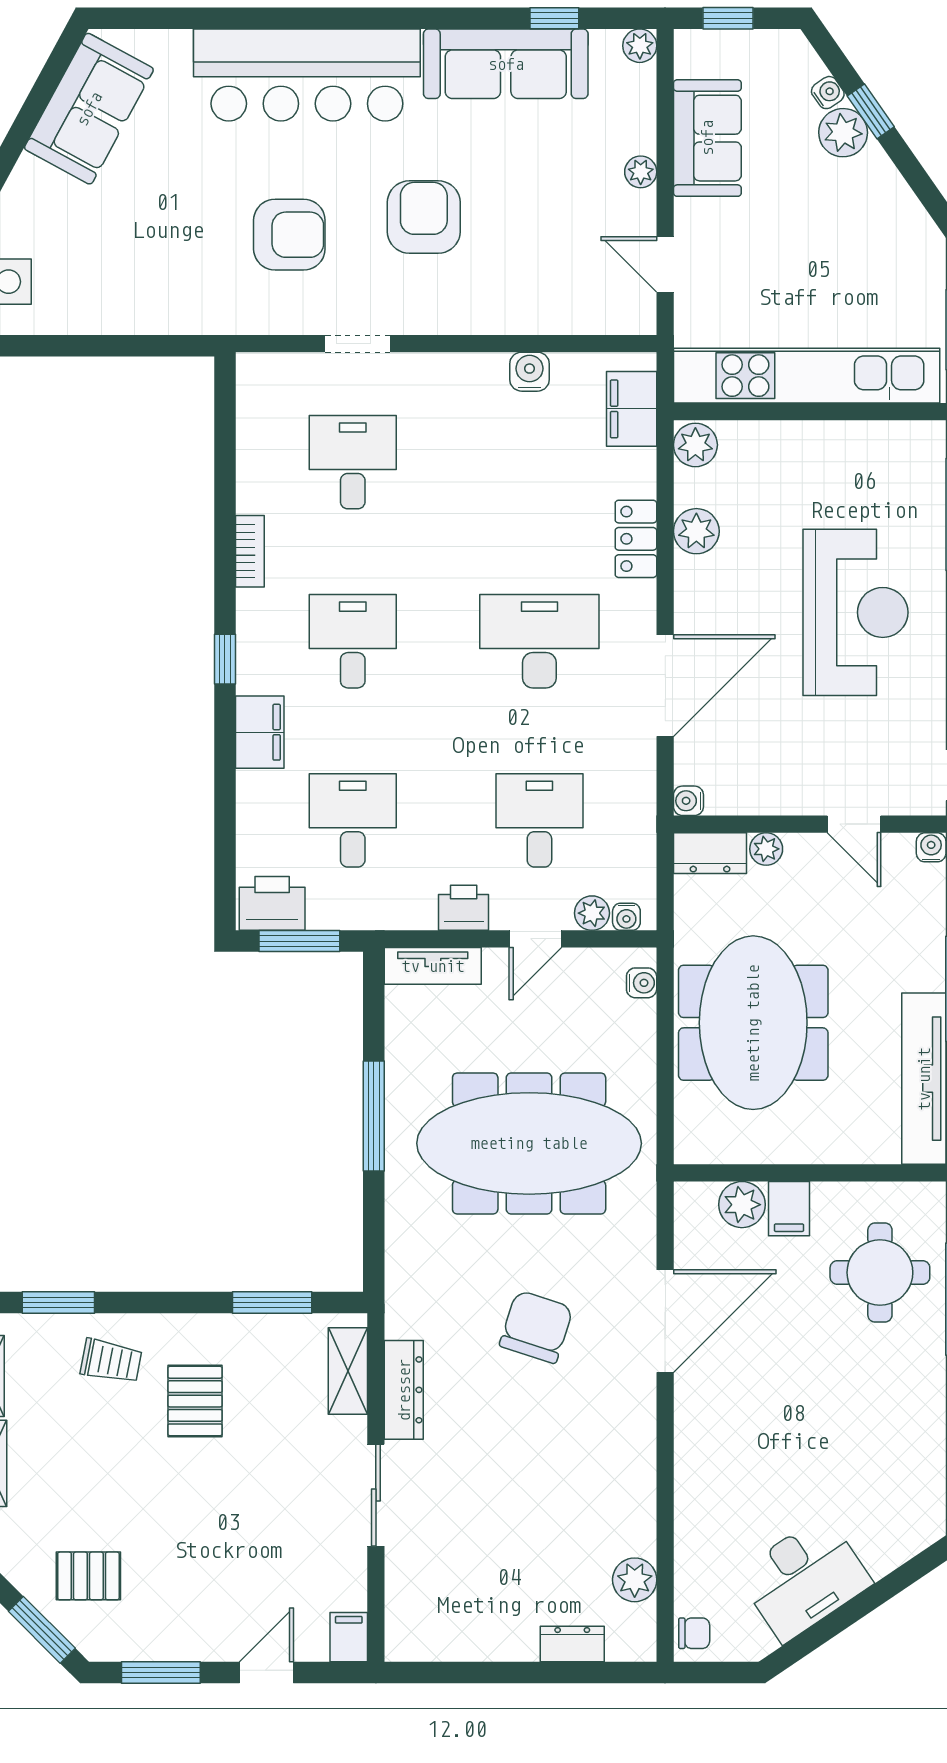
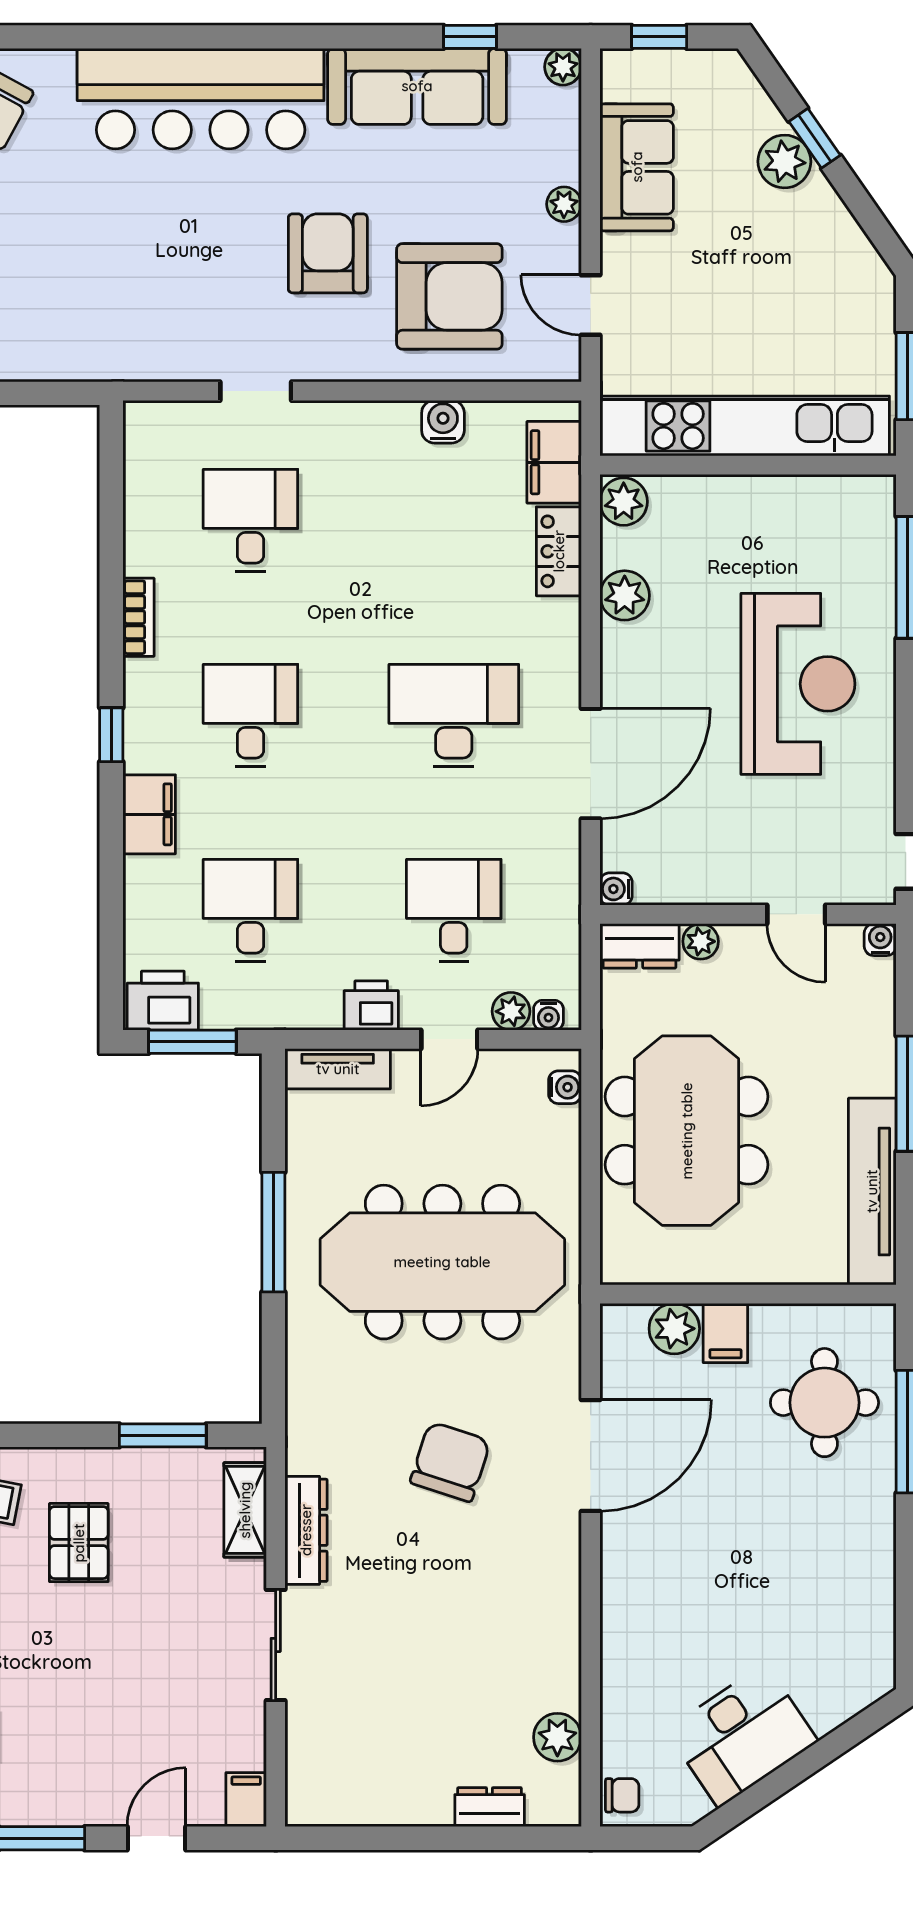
water cooler: (828, 93) -> (768, 118), removed
armchair: (289, 235) -> (449, 296), moved, width x1.36, depth x1.36
locker: (636, 539) -> (559, 551), moved

